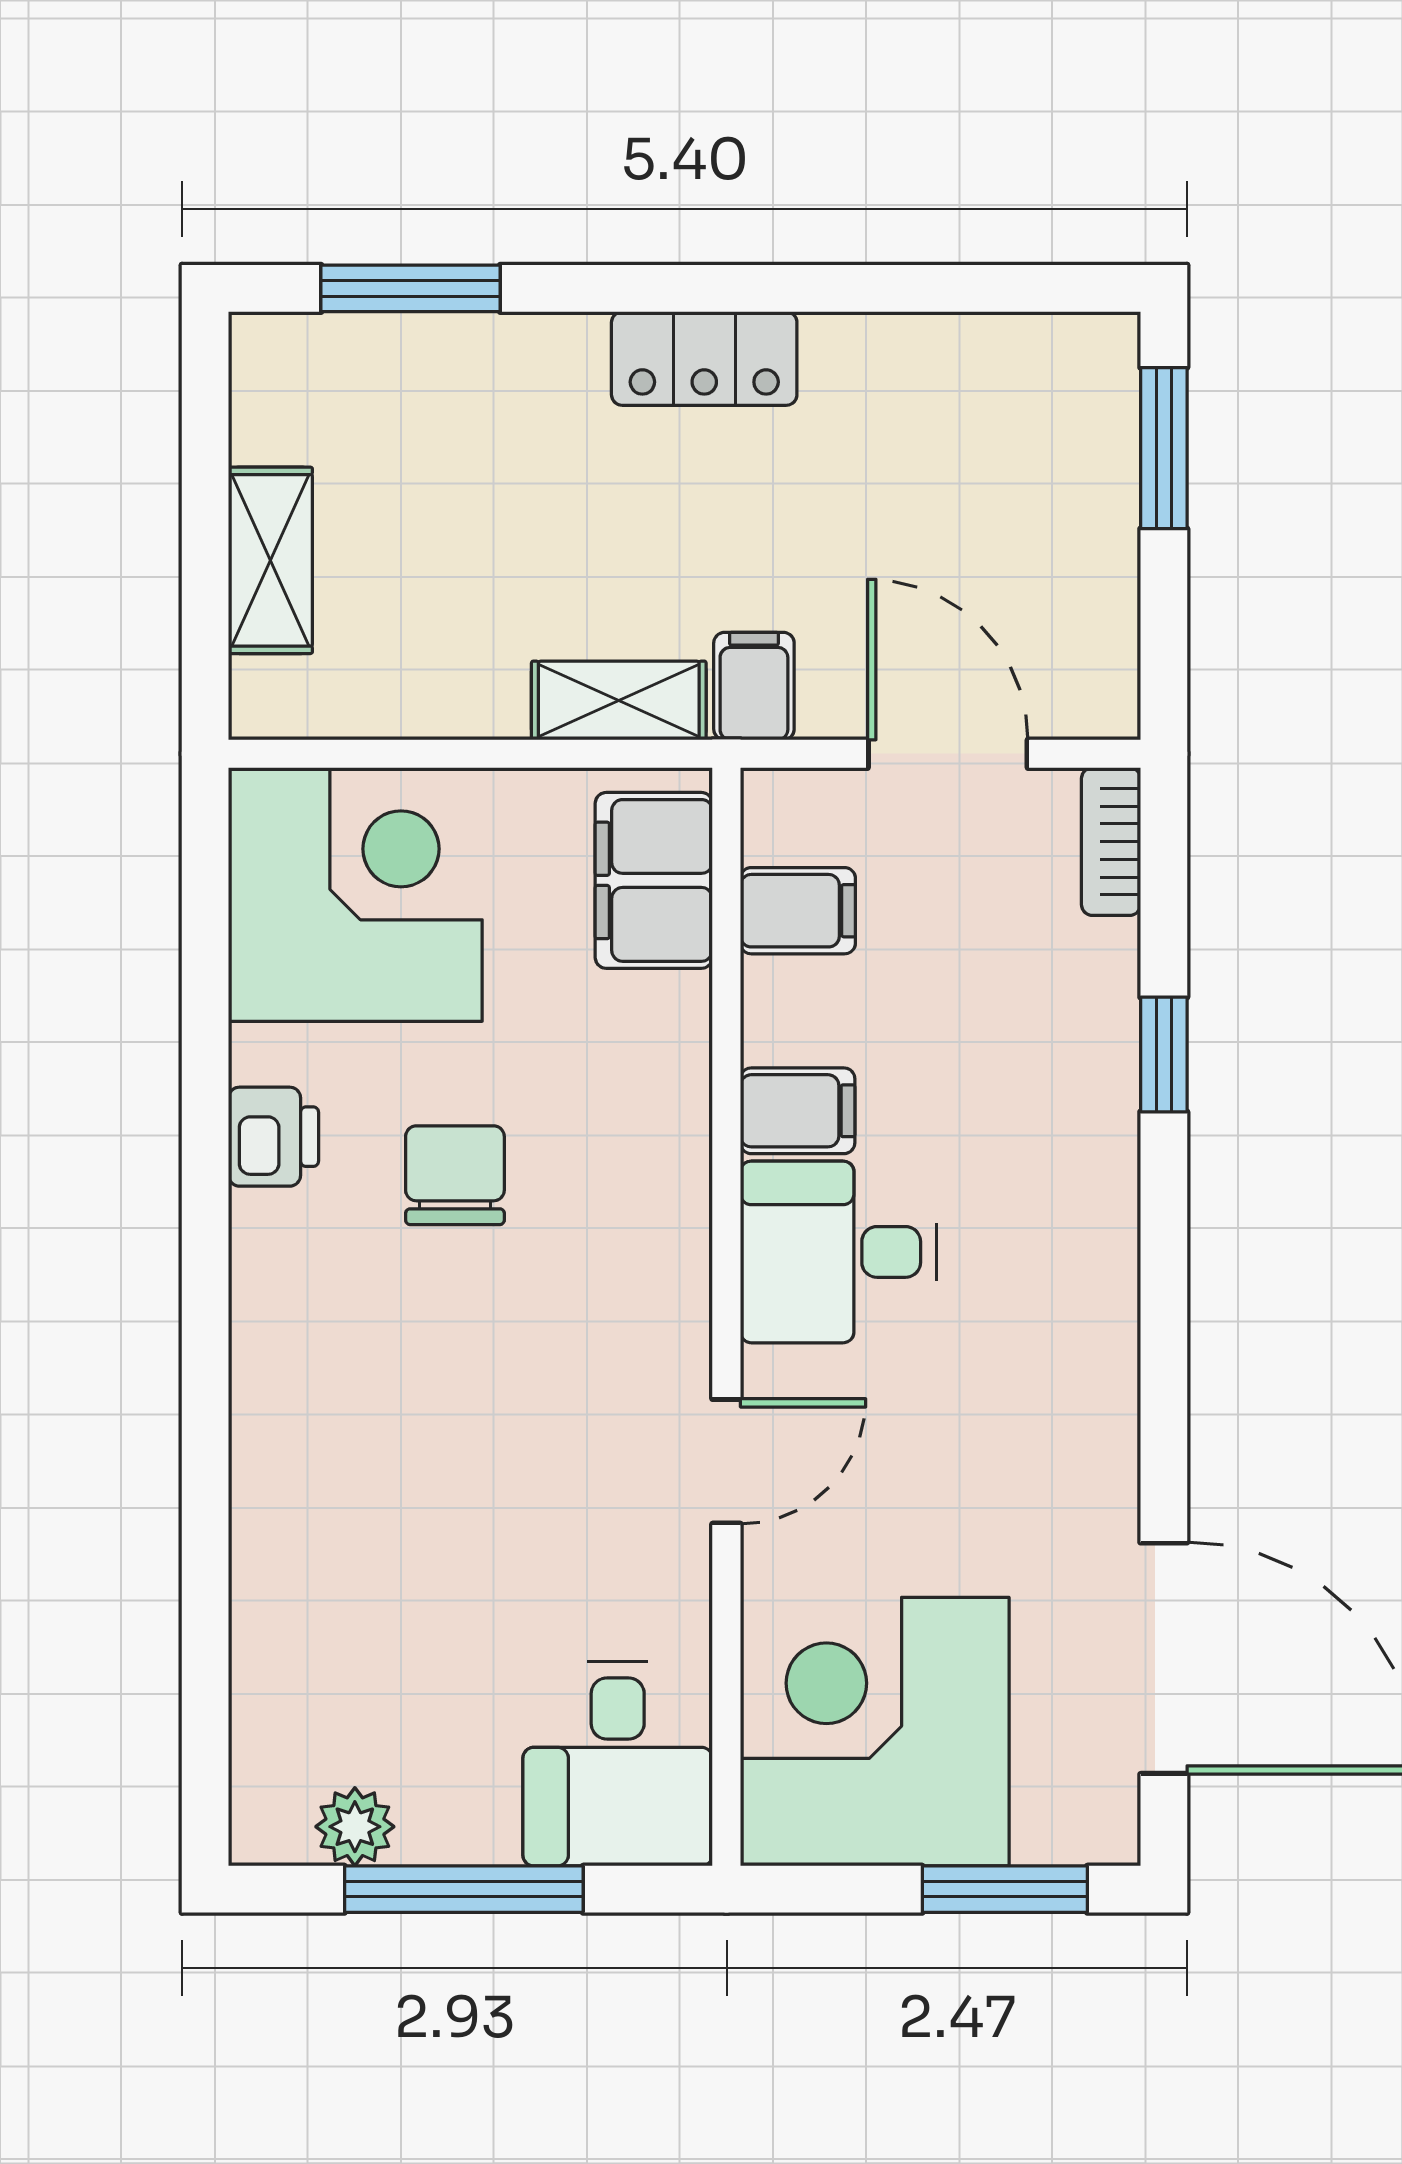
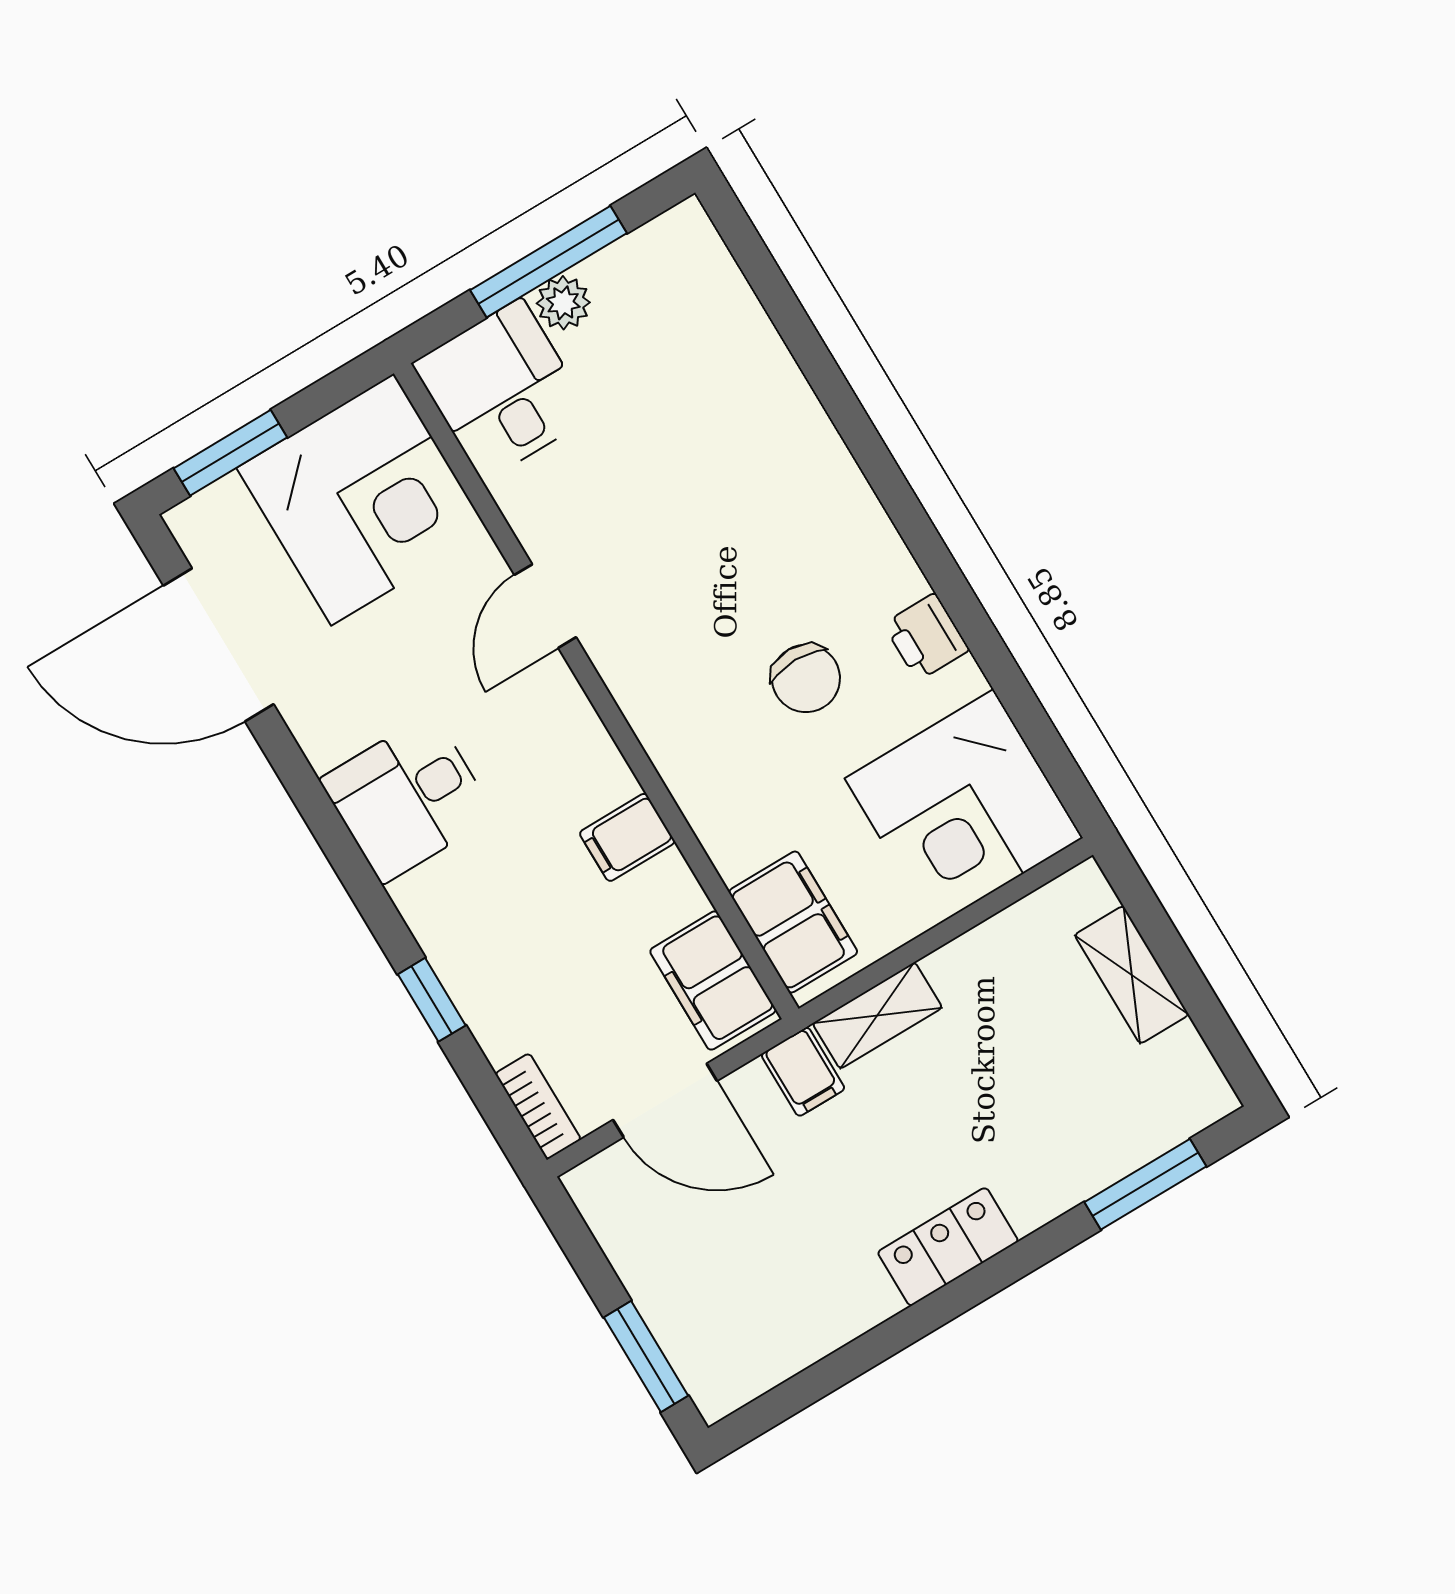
filing cabinet: (798, 911) -> (713, 981), width x2.00
desk: (838, 1252) -> (407, 798), moved, turned 180
plant: (355, 1827) -> (563, 303), moved

